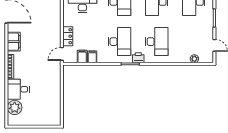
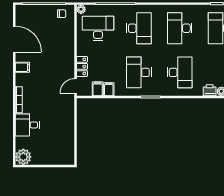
filing cabinet: (14, 42) -> (22, 67), width x0.50
desk: (120, 42) -> (139, 72), turned 180
printer: (138, 58) -> (210, 90), moved
plant: (15, 107) -> (23, 157), moved

